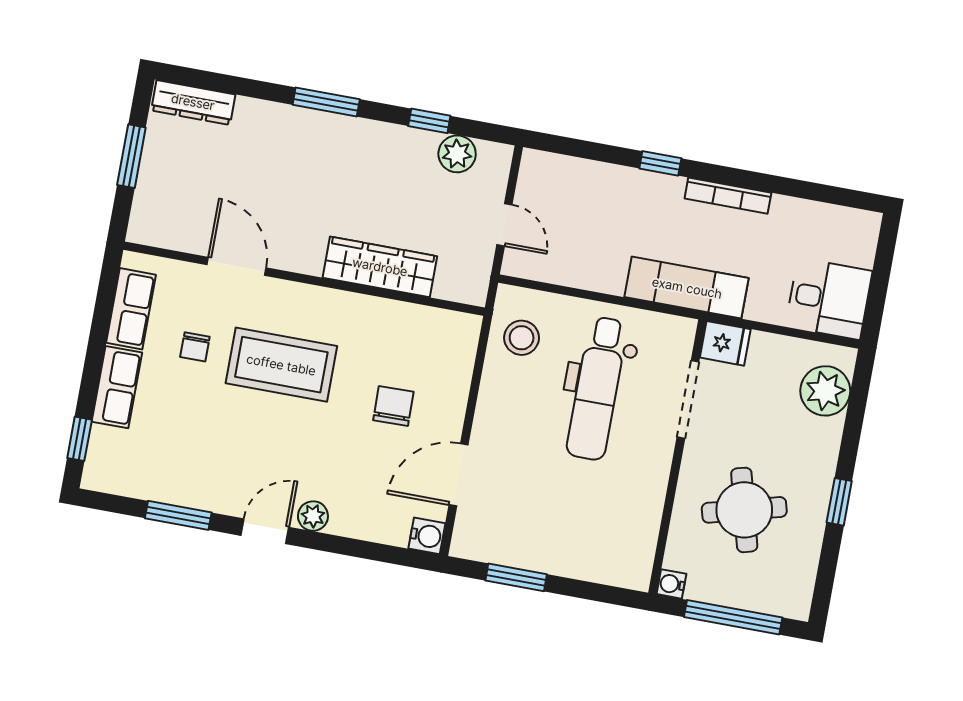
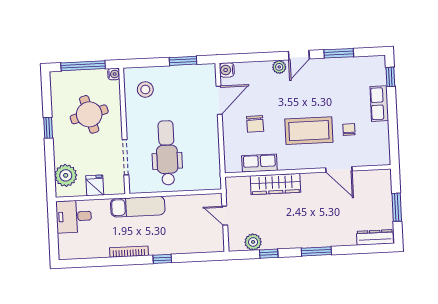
row of seats: (131, 309) -> (259, 163), moved, turned 90
stool: (522, 338) -> (145, 89), moved
fridge: (725, 343) -> (95, 185), moved, turned 90

